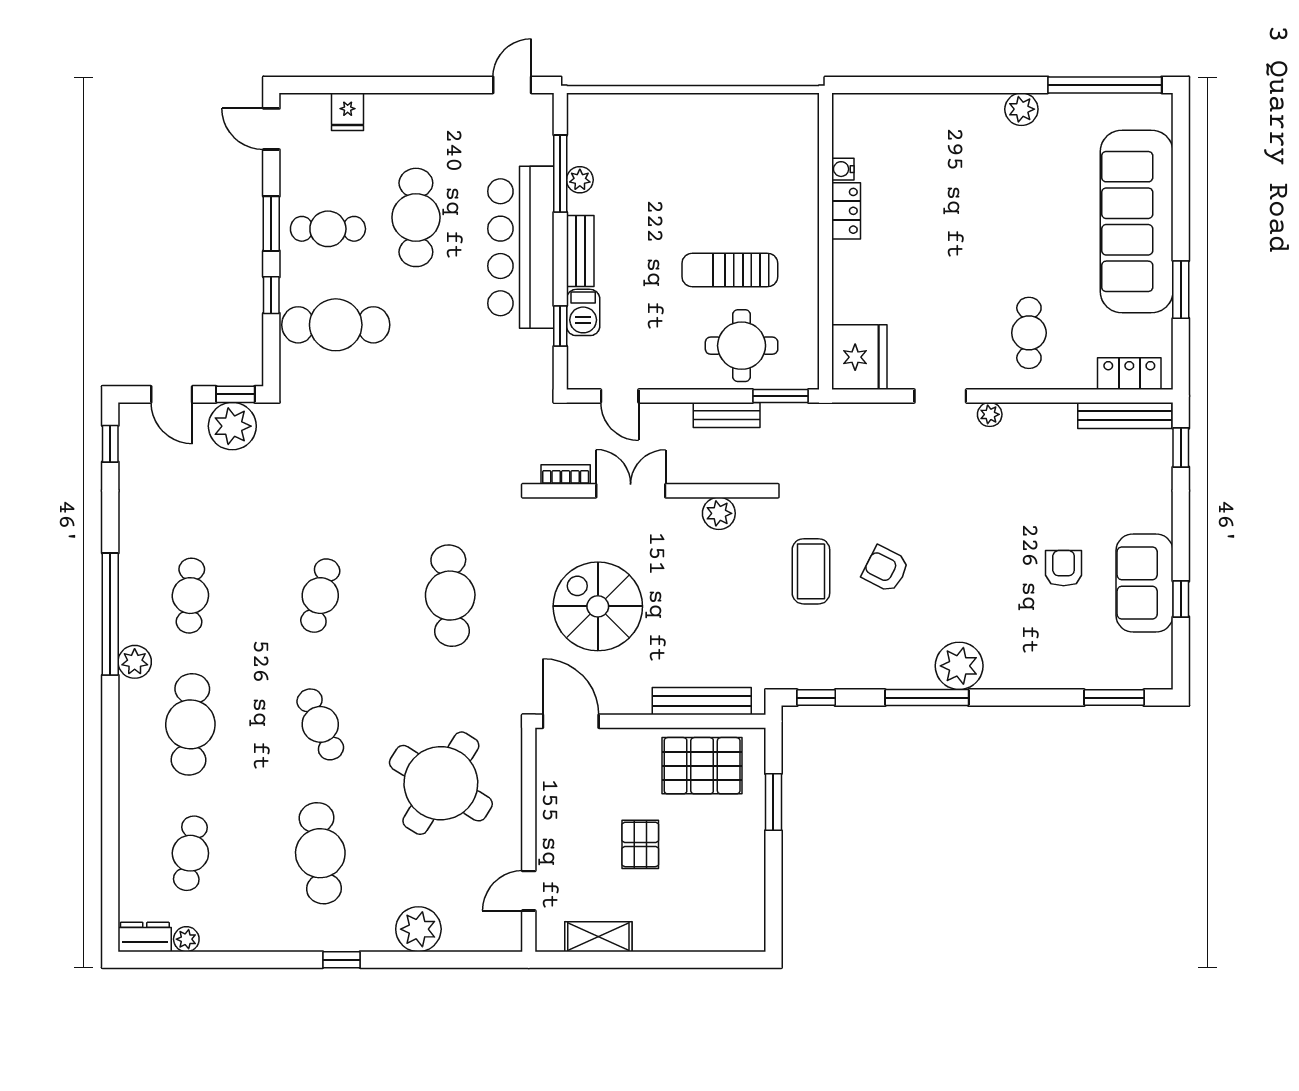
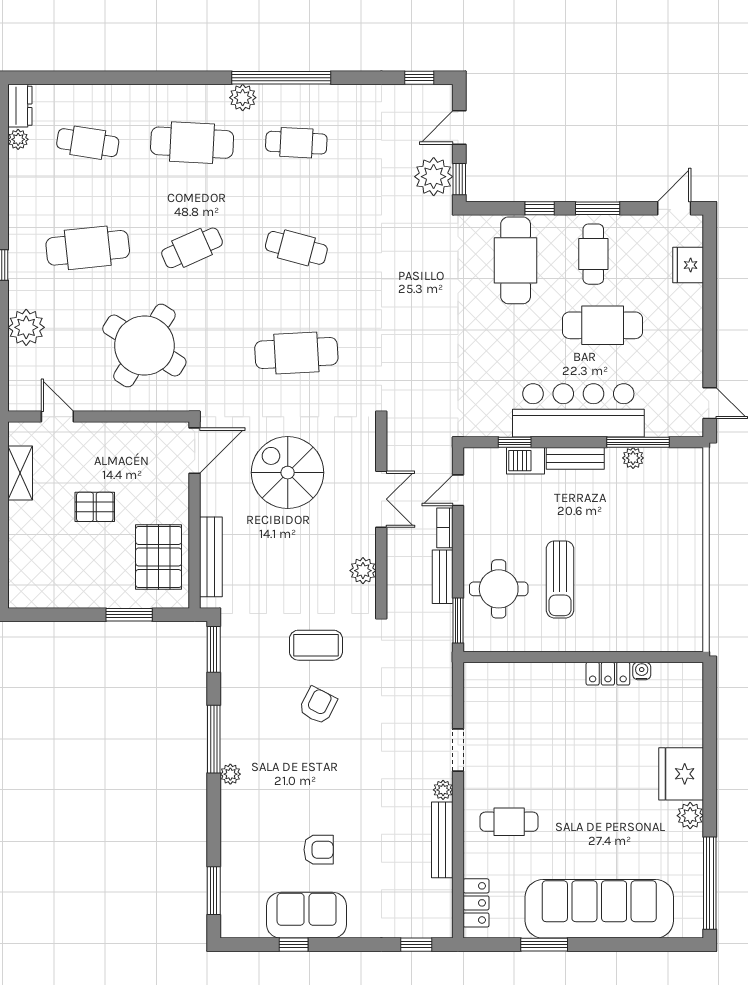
fridge: (348, 112) -> (688, 265), width x1.38
sun lounger: (730, 270) -> (560, 579), turned 180
fridge: (859, 357) -> (681, 774), moved, turned 90
bench: (1125, 415) -> (442, 840), moved
bookcase: (566, 475) -> (445, 528), moved, turned 180
spiral stairs: (598, 606) -> (288, 473), turned -90
plant: (959, 666) -> (230, 774), width x0.53, depth x0.53
window: (816, 698) -> (214, 649), width x1.50

